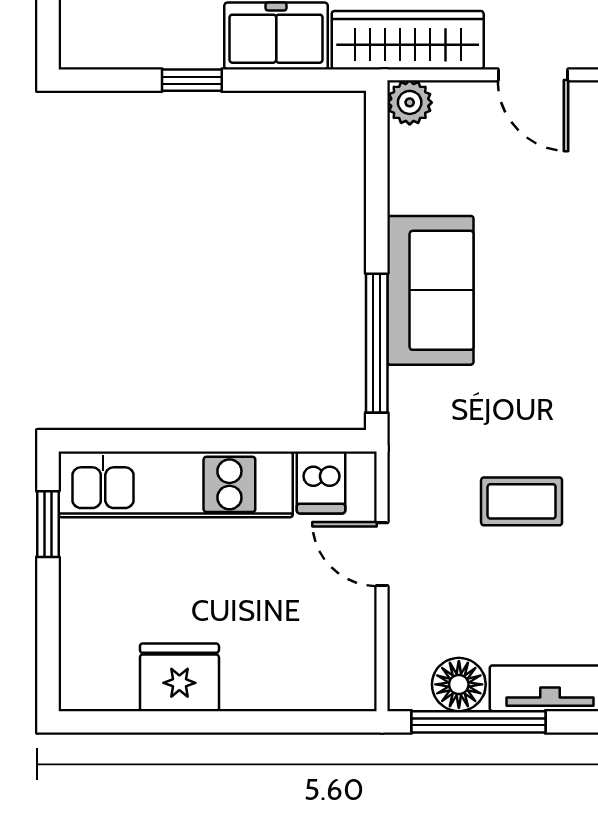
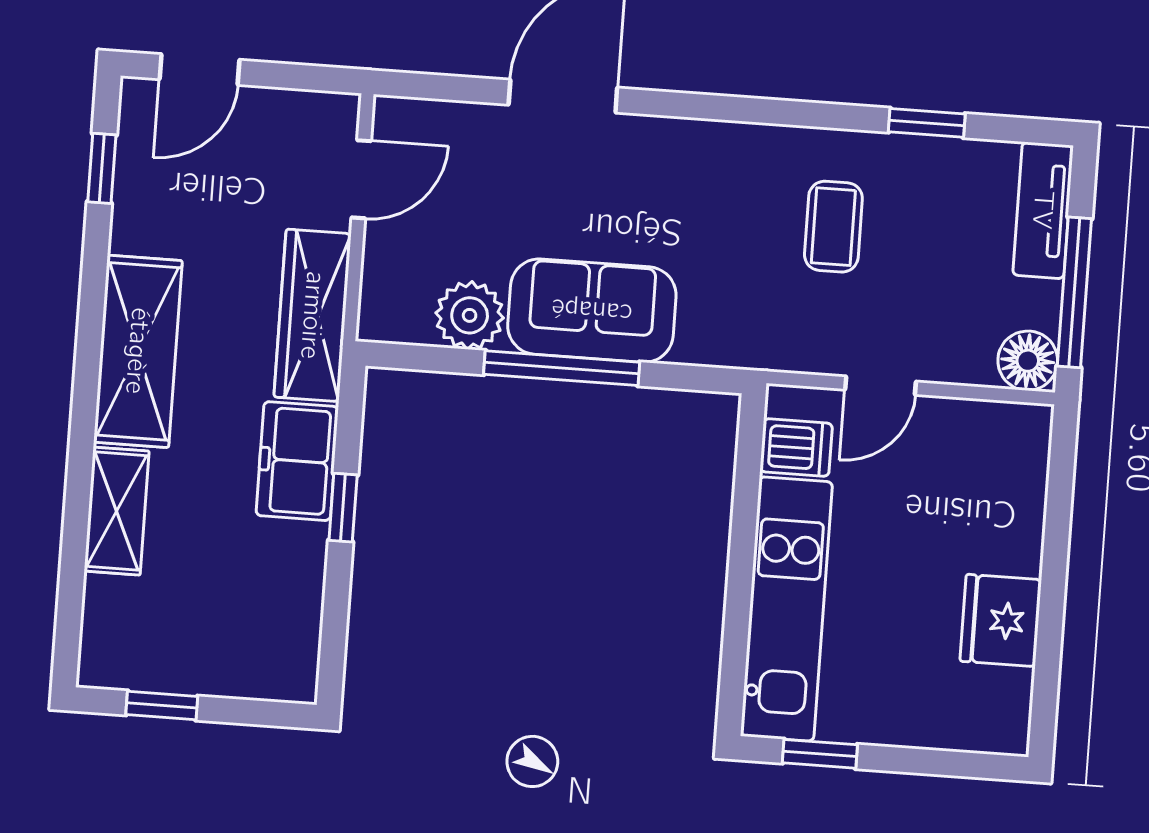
window: (192, 80) -> (343, 508), moved
plant: (410, 102) -> (470, 315), moved, width x1.38, depth x1.38
window: (377, 343) -> (562, 368), moved
floor lamp: (459, 684) -> (1028, 361), moved

